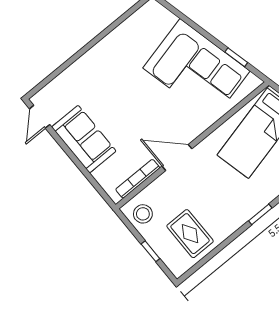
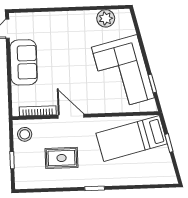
plant: (135, 27) -> (106, 18), added
rug: (190, 234) -> (62, 158), moved, turned 90

